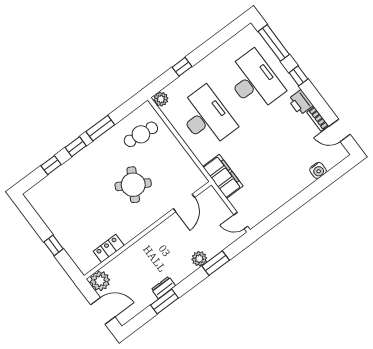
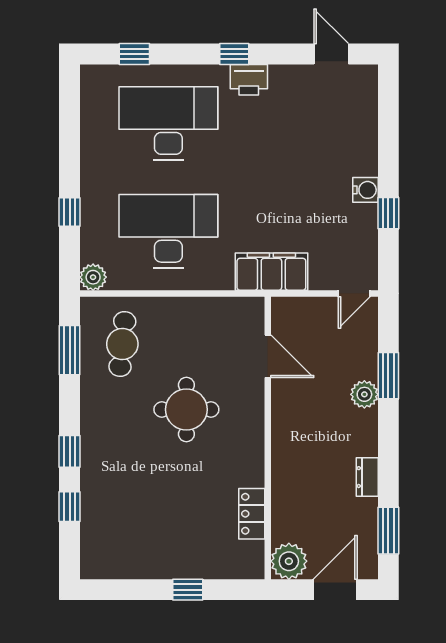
window: (274, 43) -> (134, 54), width x0.46
window: (298, 76) -> (234, 54), moved
bookcase: (318, 119) -> (291, 73), removed
window: (100, 128) -> (70, 350), moved
door: (339, 130) -> (331, 54), swing flipped
water cooler: (318, 170) -> (366, 190), moved
round table: (133, 185) -> (186, 410), turned -30
window: (288, 209) -> (388, 213), added
window: (164, 302) -> (388, 531), moved

